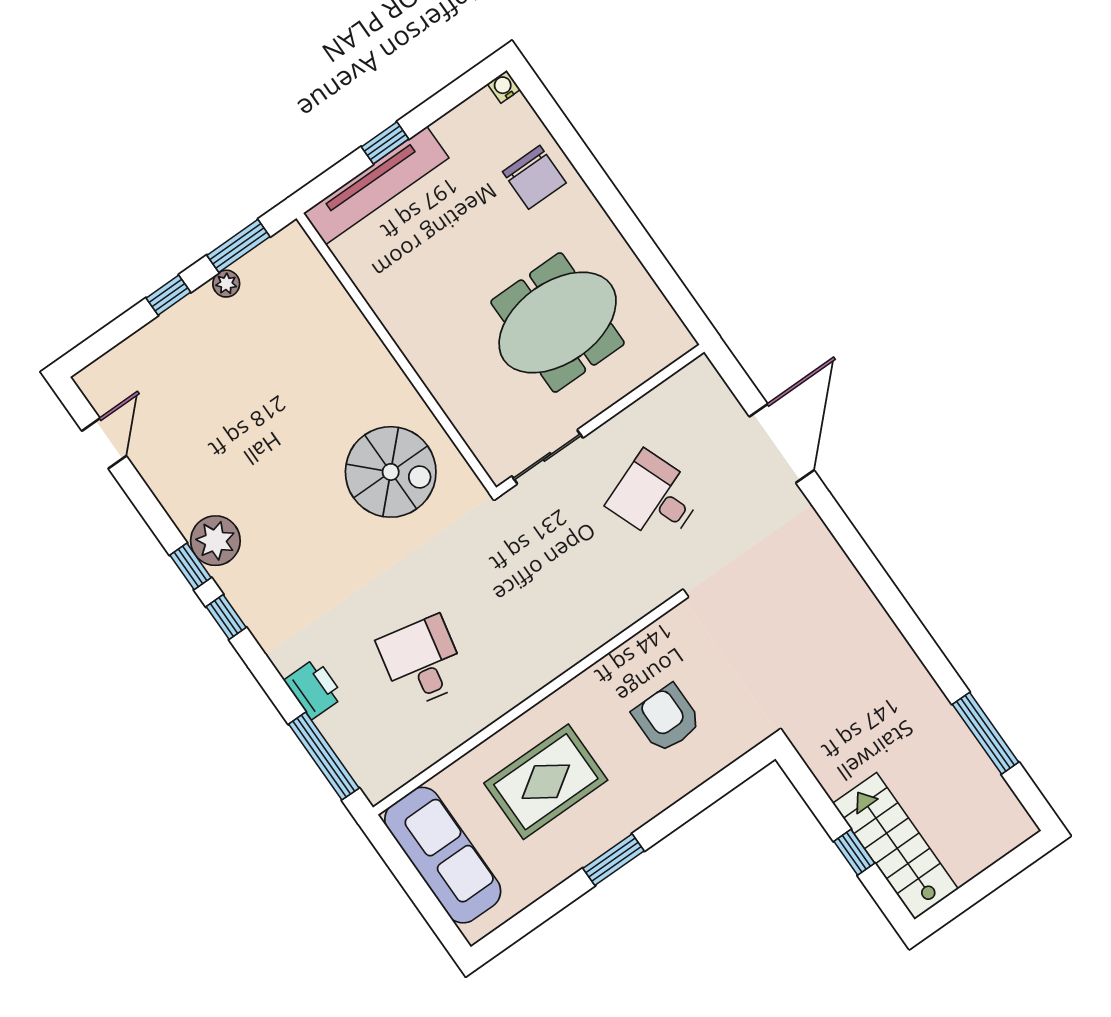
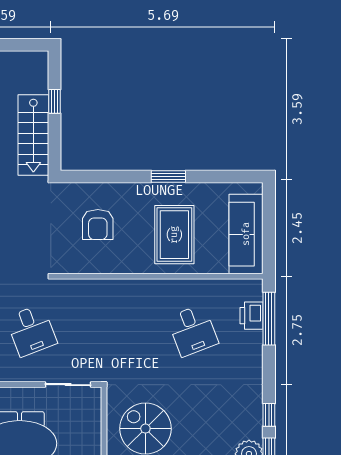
desk: (422, 662) -> (193, 330), turned -33
printer: (314, 689) -> (252, 316), moved
rug: (546, 782) -> (174, 235), turned 90
stairs: (896, 846) -> (33, 135), moved

